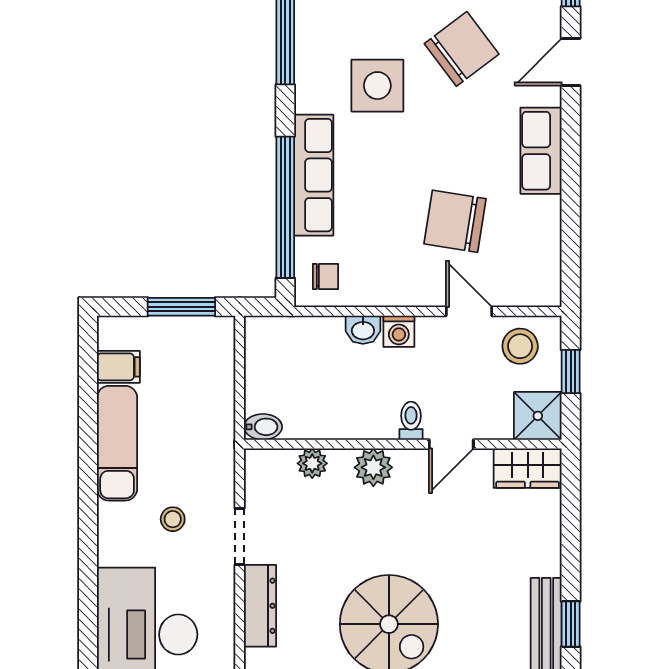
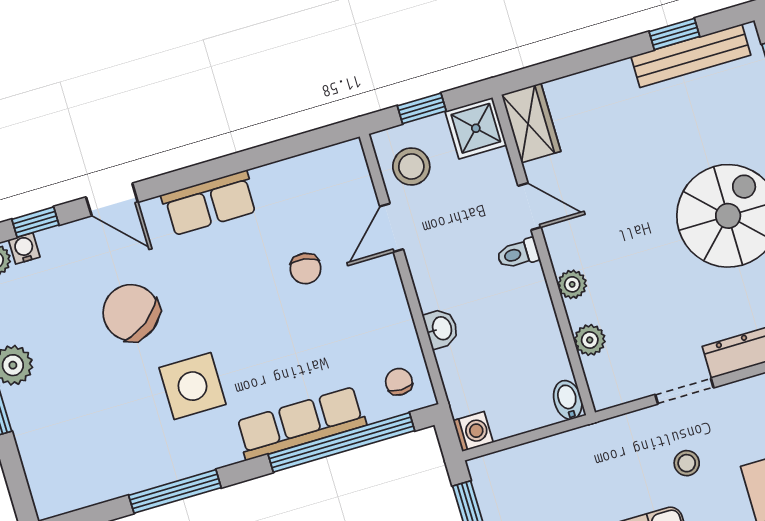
chair: (455, 221) -> (305, 269), width x0.54, depth x0.54
washing machine: (399, 331) -> (473, 432), moved
plant: (373, 467) -> (572, 284), width x0.73, depth x0.73

